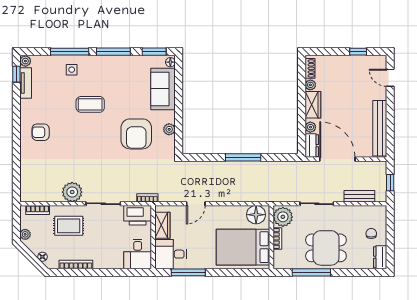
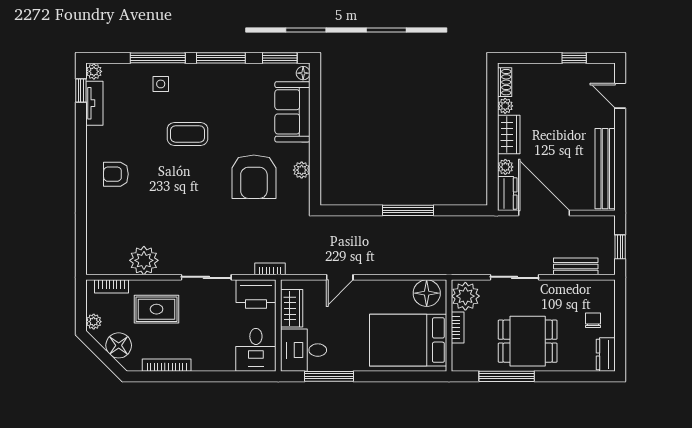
plant: (72, 192) -> (144, 260), moved
floor lamp: (42, 257) -> (119, 345), width x1.89, depth x1.89

